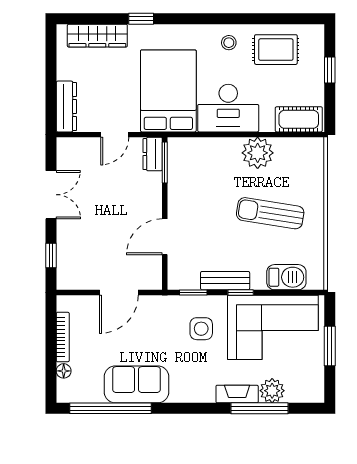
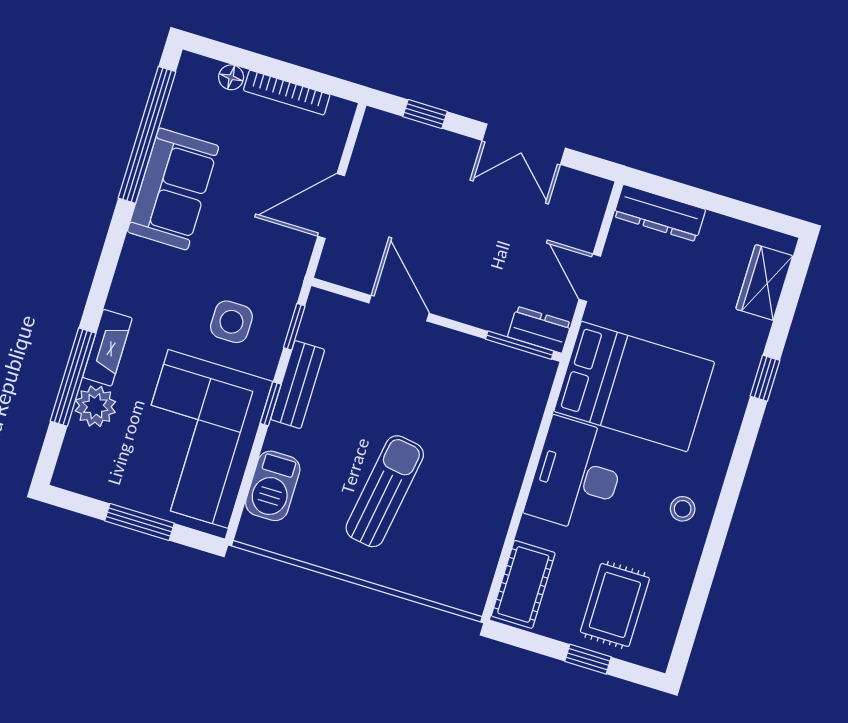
wardrobe: (97, 36) -> (764, 282), width x0.67
rug: (276, 50) -> (615, 605), moved
plant: (258, 153) -> (489, 501), removed
door: (119, 292) -> (331, 206), hinge flipped

